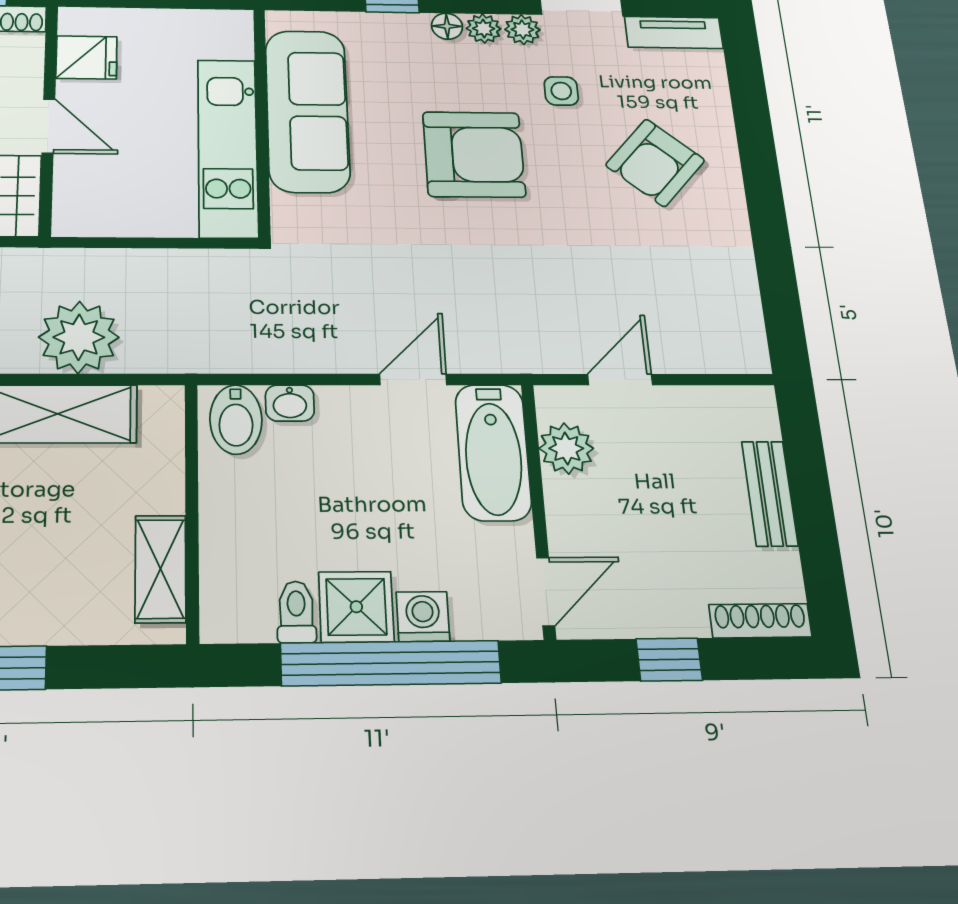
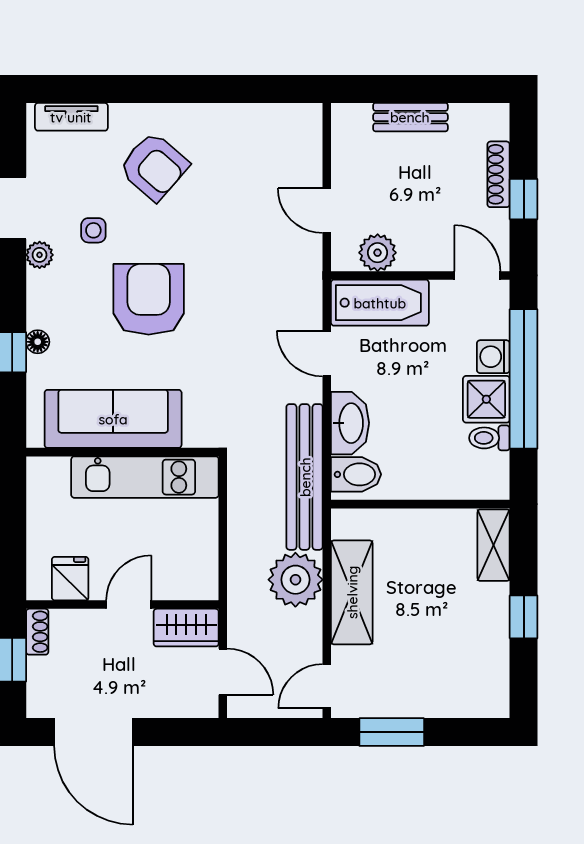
floor lamp: (447, 26) -> (38, 342), moved
plant: (484, 29) -> (39, 284), removed
tv unit: (674, 32) -> (71, 117), moved, turned 90
bench: (231, 350) -> (305, 477), added
washbasin: (290, 403) -> (350, 423), width x1.91, depth x1.45
shelving: (160, 569) -> (494, 545), moved, turned 90
shoe rack: (760, 621) -> (499, 174), moved

